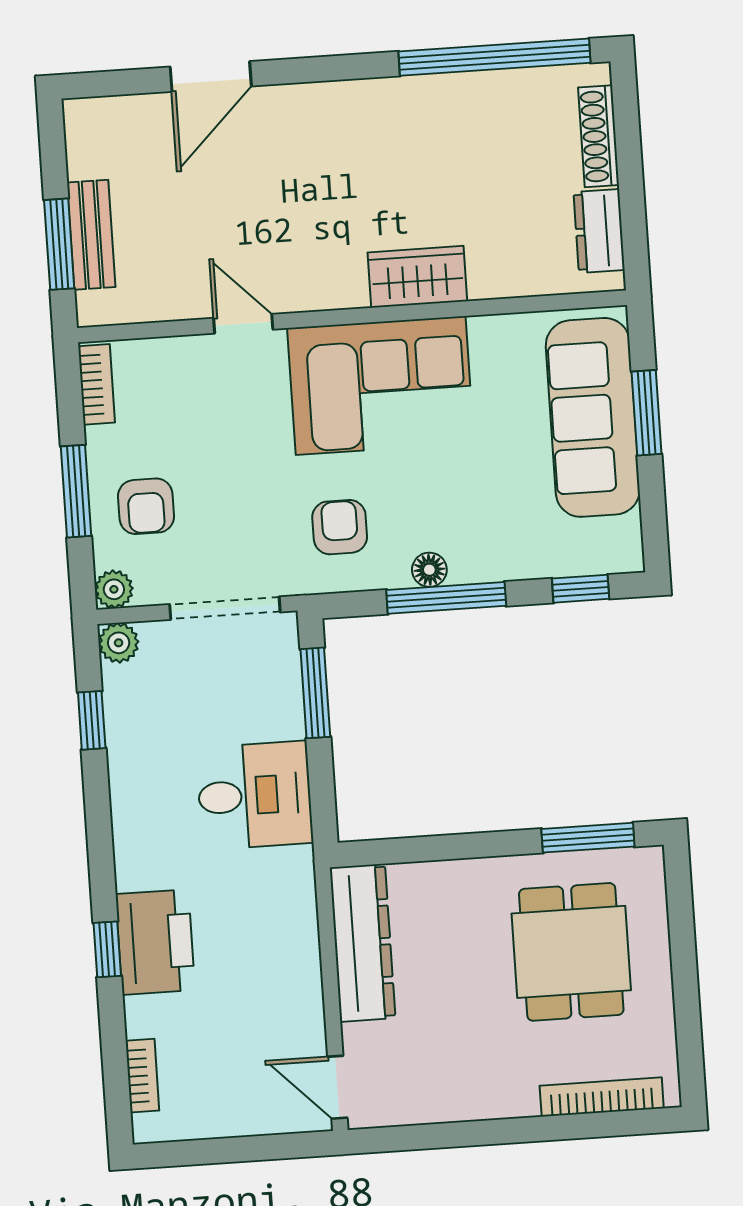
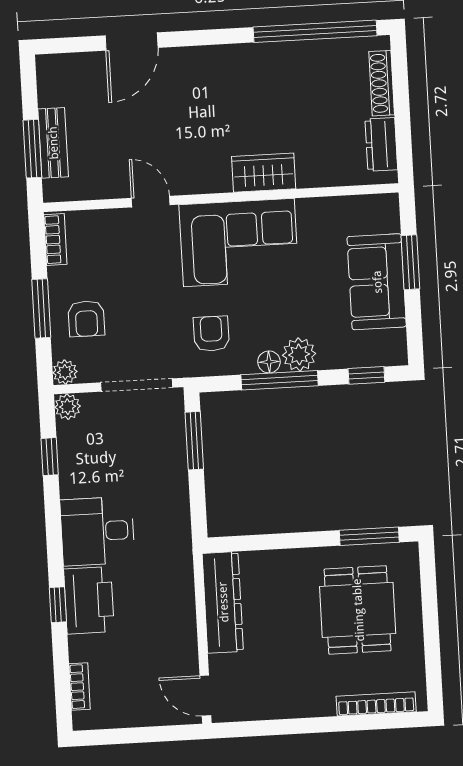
sofa: (593, 417) -> (377, 282), width x0.73
plant: (476, 558) -> (299, 354), added
desk: (255, 795) -> (97, 531), moved, turned 180

